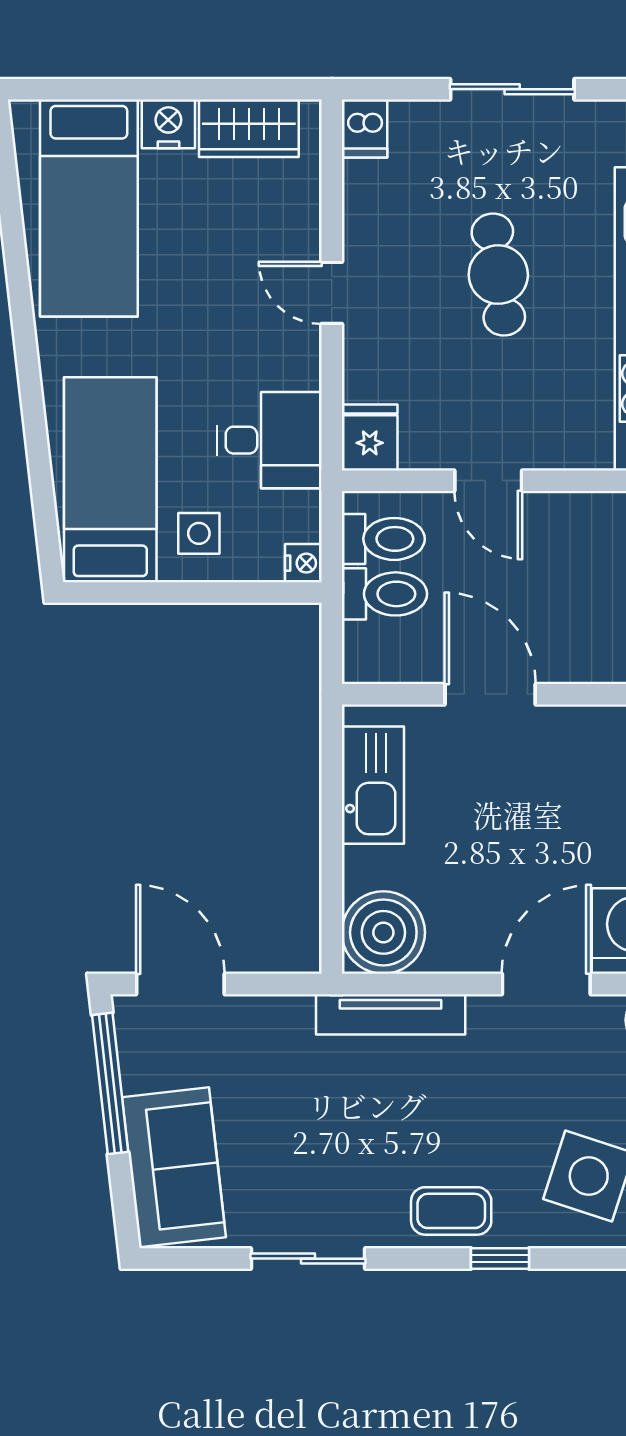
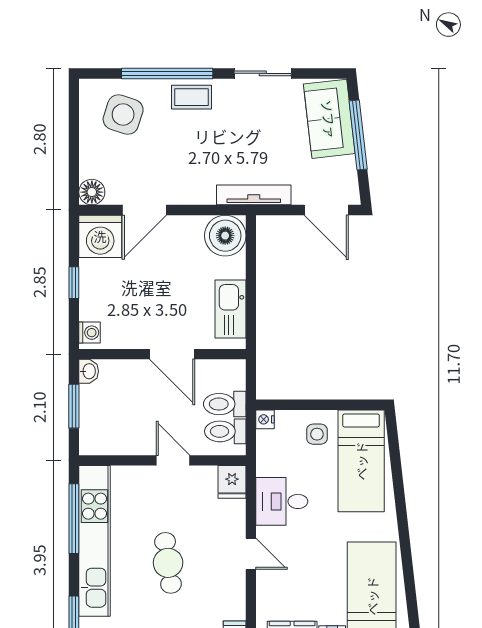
desk: (270, 440) -> (282, 501), moved
tv unit: (391, 1014) -> (254, 195), moved
window: (110, 1083) -> (358, 135), moved
window: (500, 1259) -> (167, 73), width x3.17

